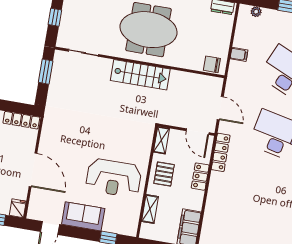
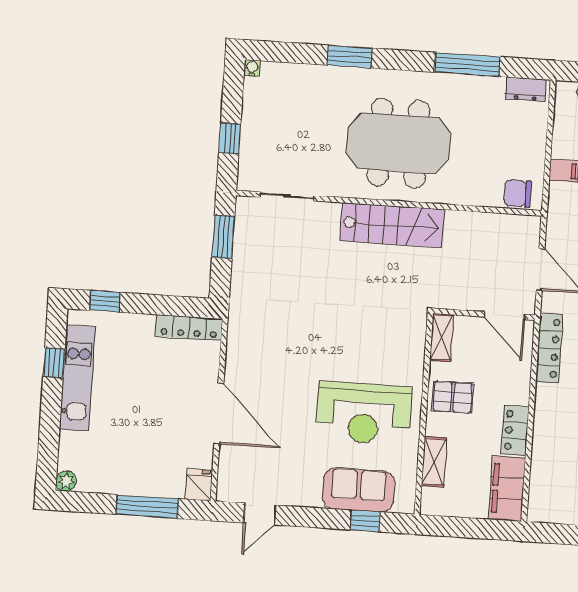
pallet: (164, 174) -> (453, 397), turned 90
locker: (200, 177) -> (515, 430), moved
sofa: (83, 216) -> (358, 490), moved

